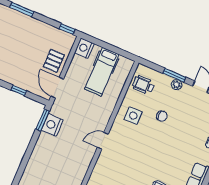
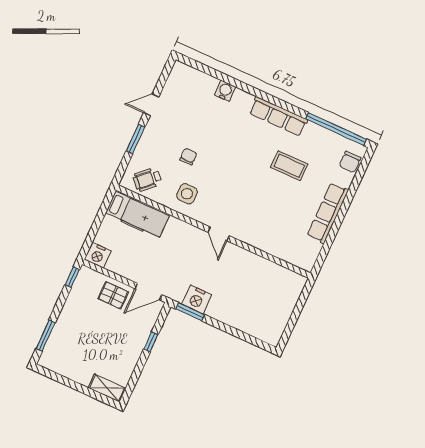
hospital bed: (102, 72) -> (137, 214), moved
wheelchair: (143, 85) -> (147, 179), turned 47
plant: (177, 85) -> (148, 136), removed

